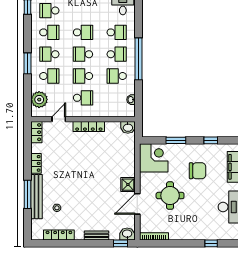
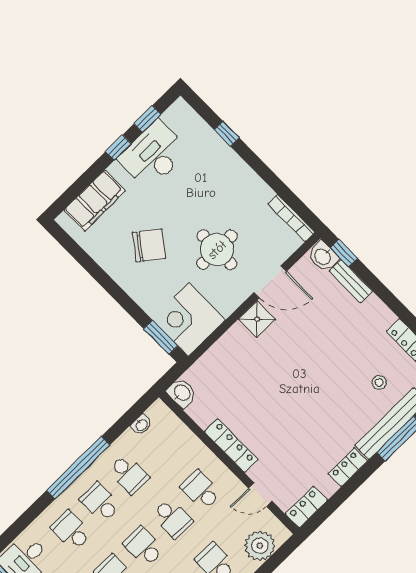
school desk: (83, 54) -> (144, 547), turned 180
window: (176, 140) -> (161, 337), moved
window: (211, 140) -> (92, 267), removed
chair: (198, 171) -> (149, 245), turned 127
bench: (97, 235) -> (351, 281), moved

